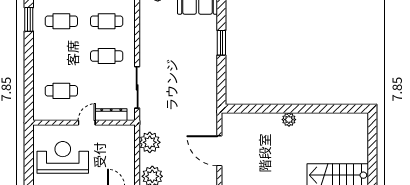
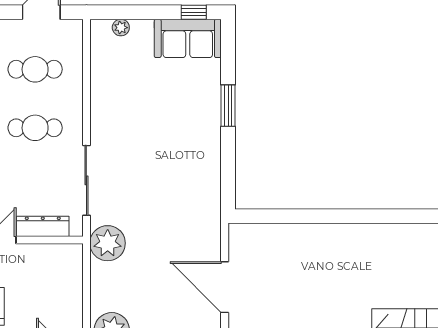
plant: (289, 120) -> (341, 235), removed
plant: (150, 142) -> (108, 243), moved

